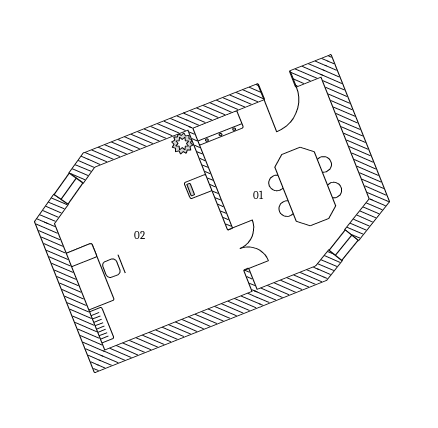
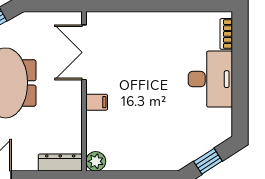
filing cabinet: (198, 187) -> (97, 102), moved
double door: (238, 249) -> (84, 52), width x1.37

